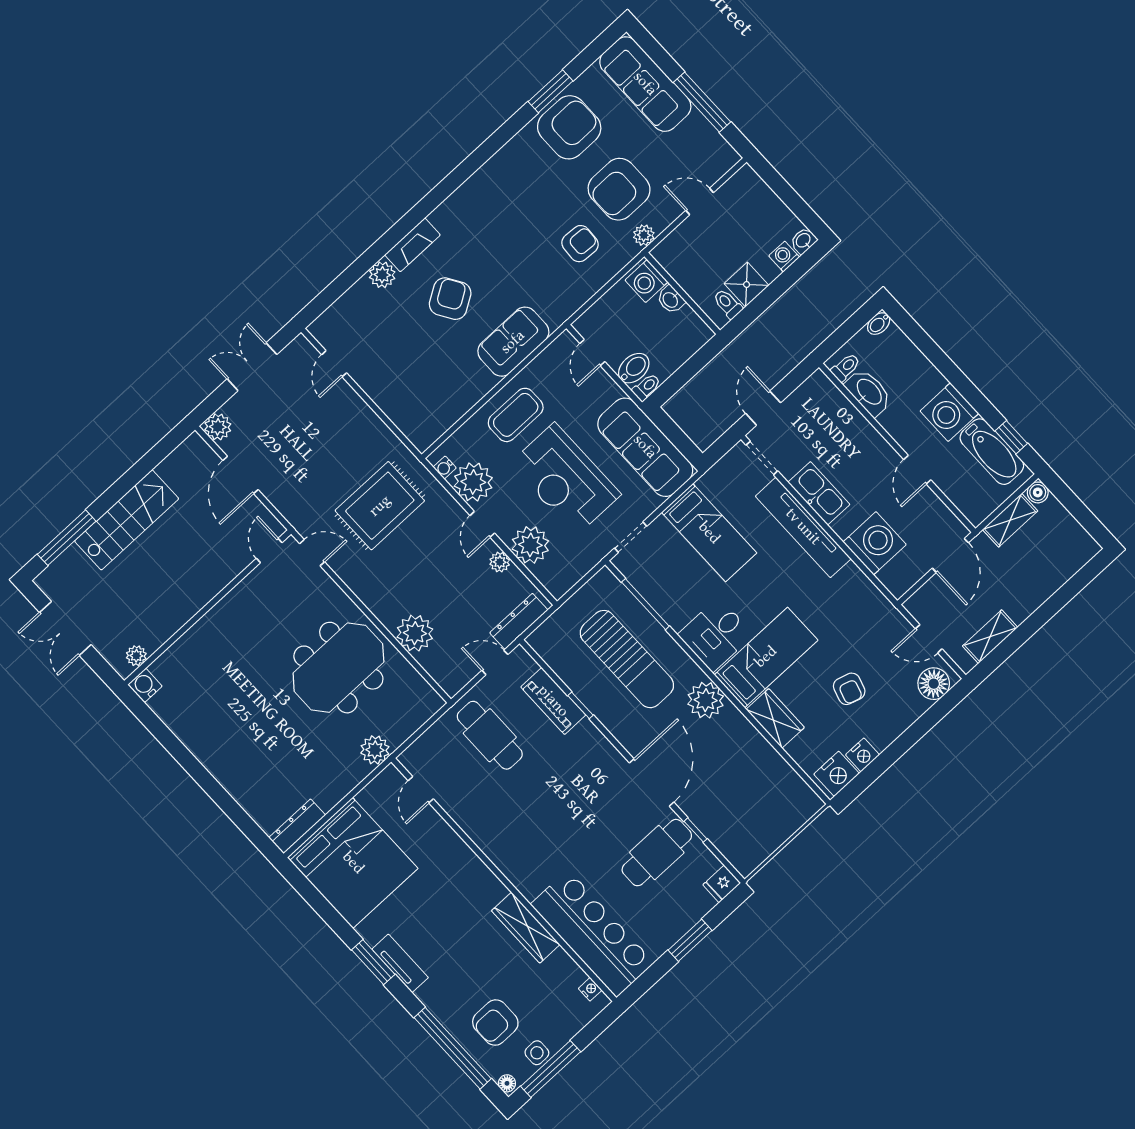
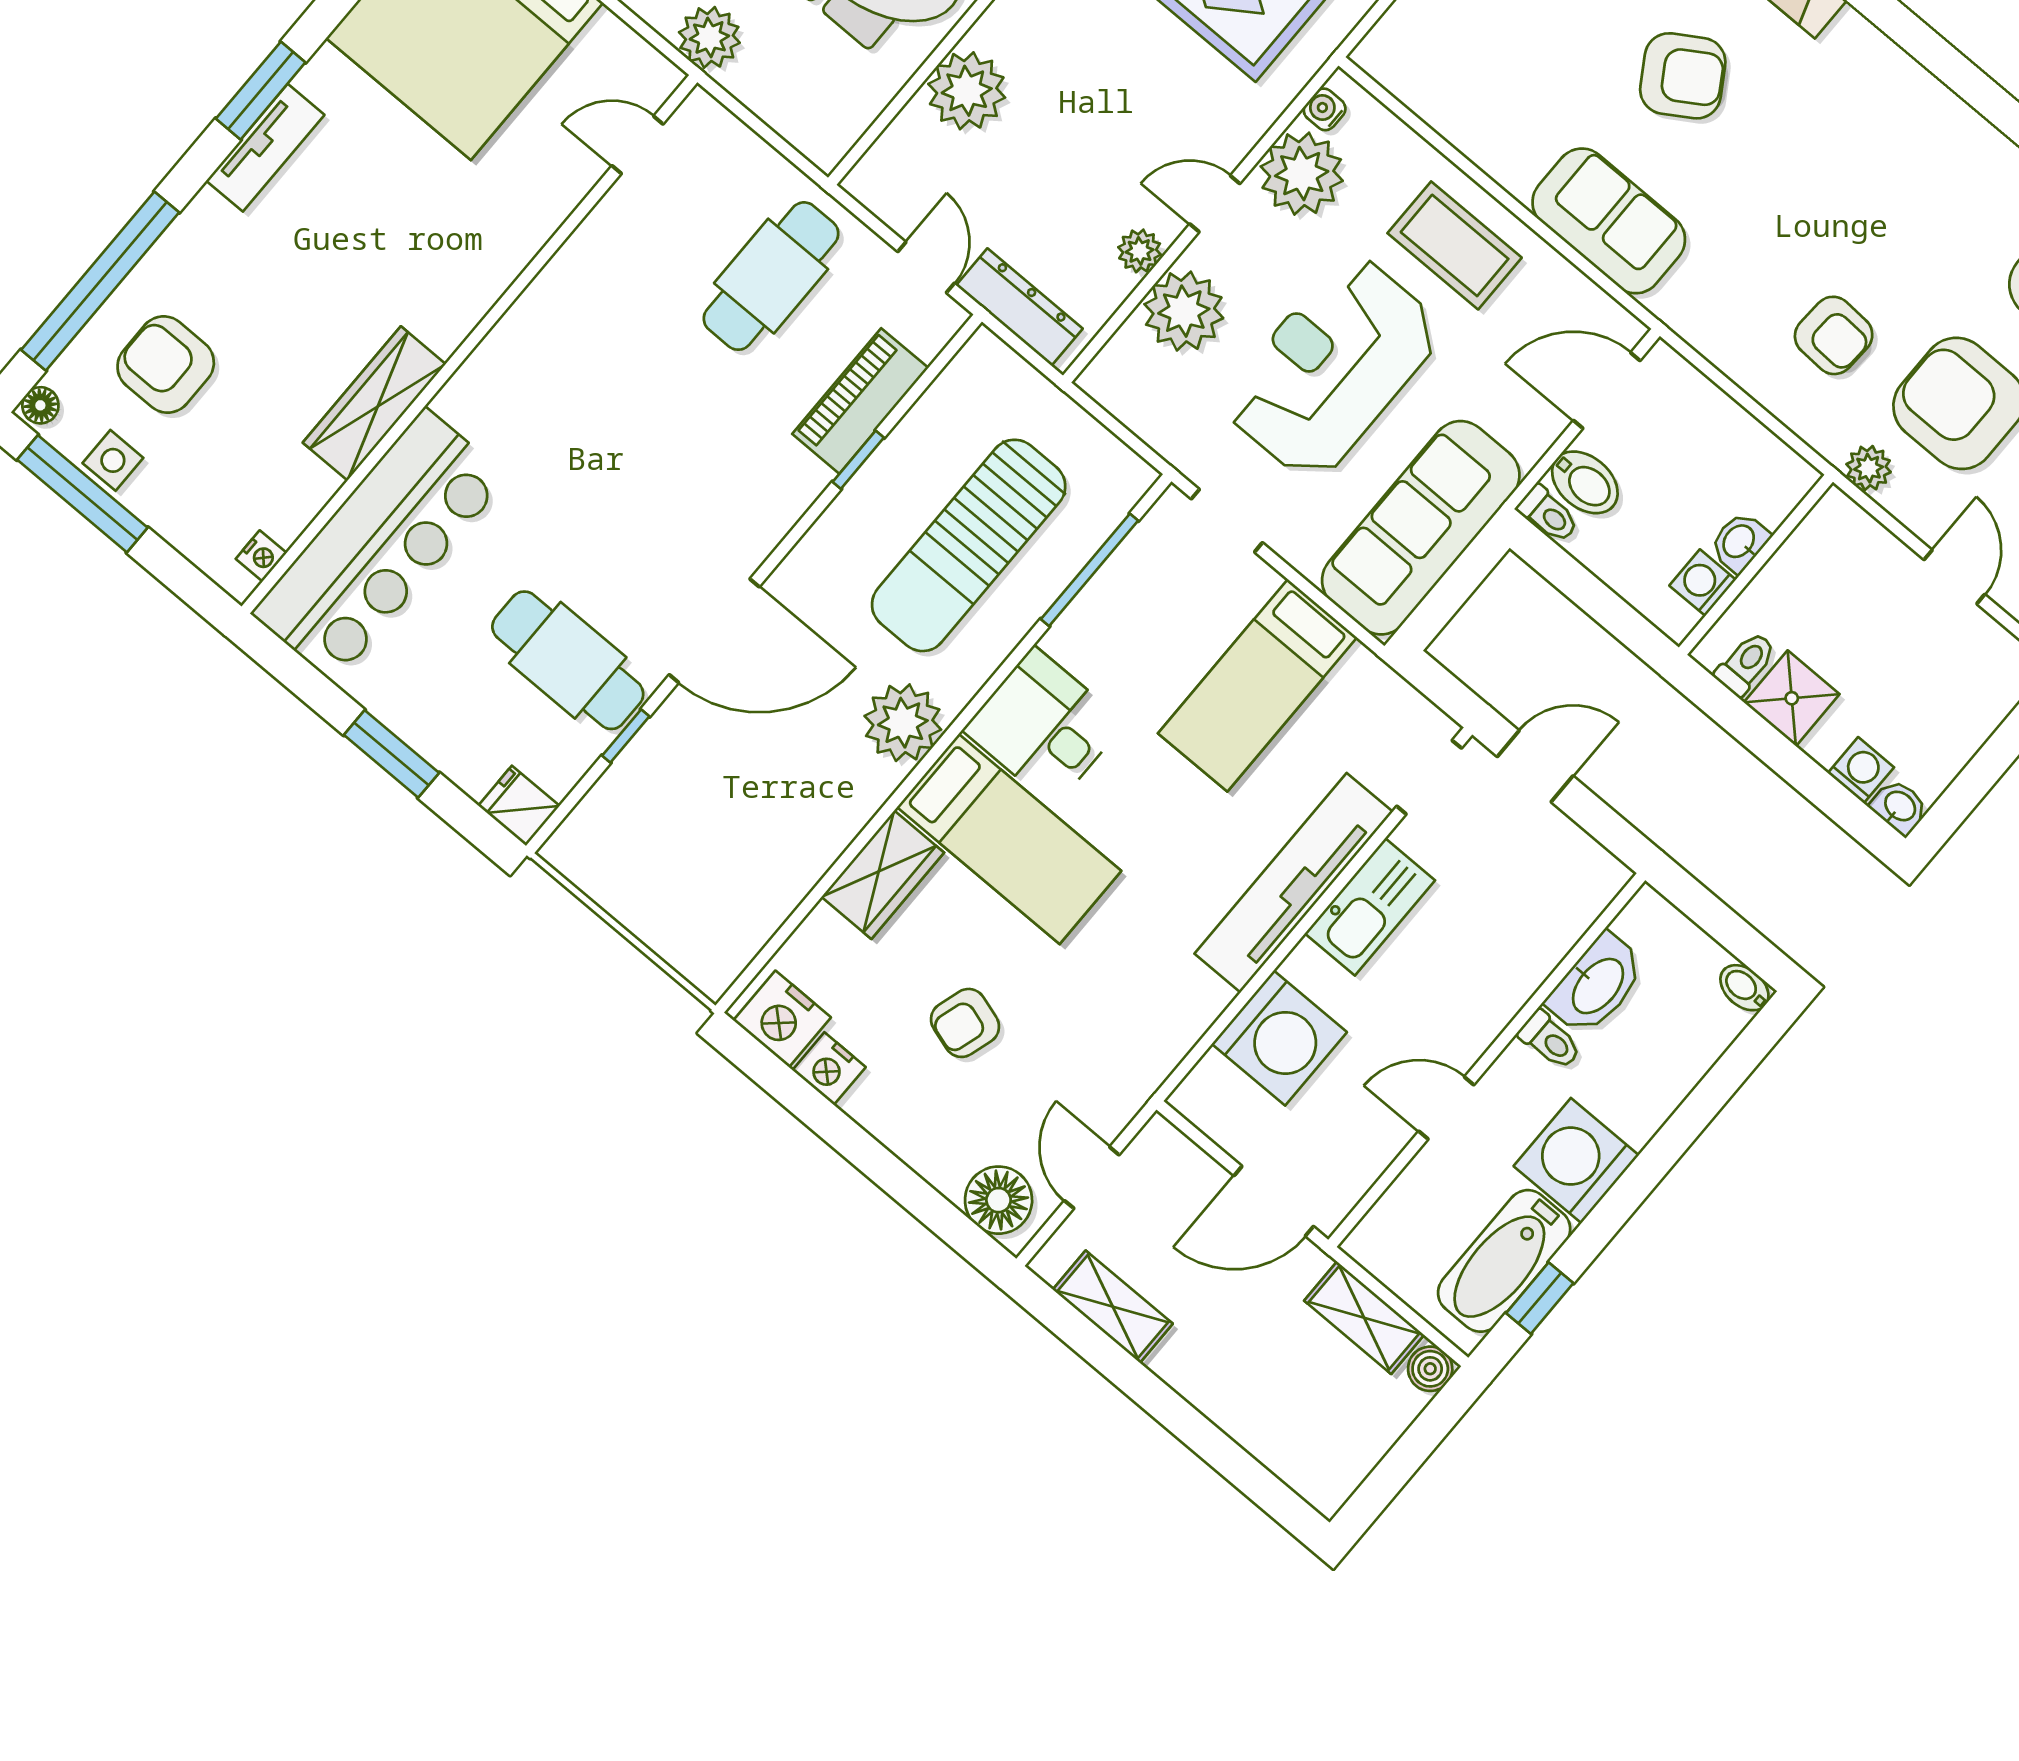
washing machine: (647, 281) -> (1703, 583), moved, width x0.73, depth x0.73
door: (592, 353) -> (1607, 391), width x1.38
toilet: (846, 367) -> (1550, 1040), moved

